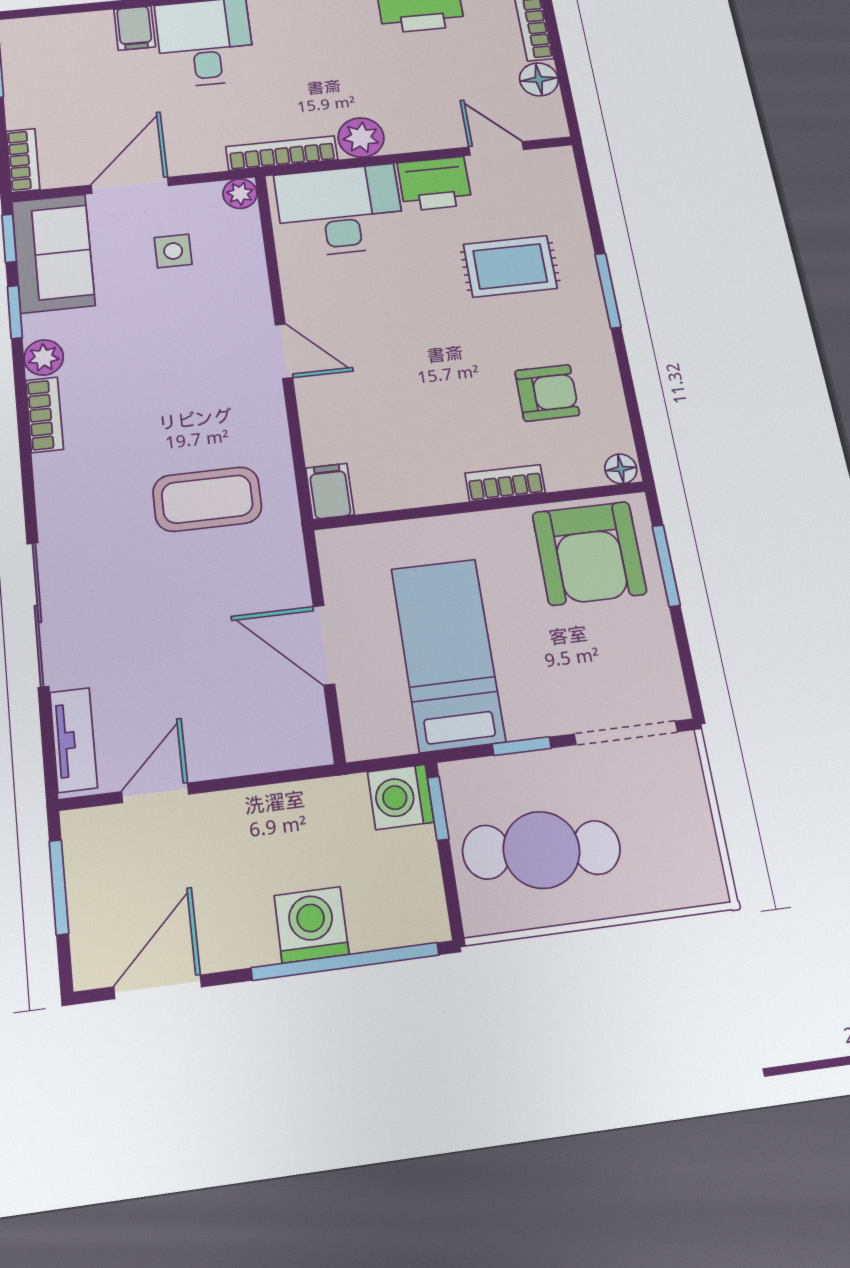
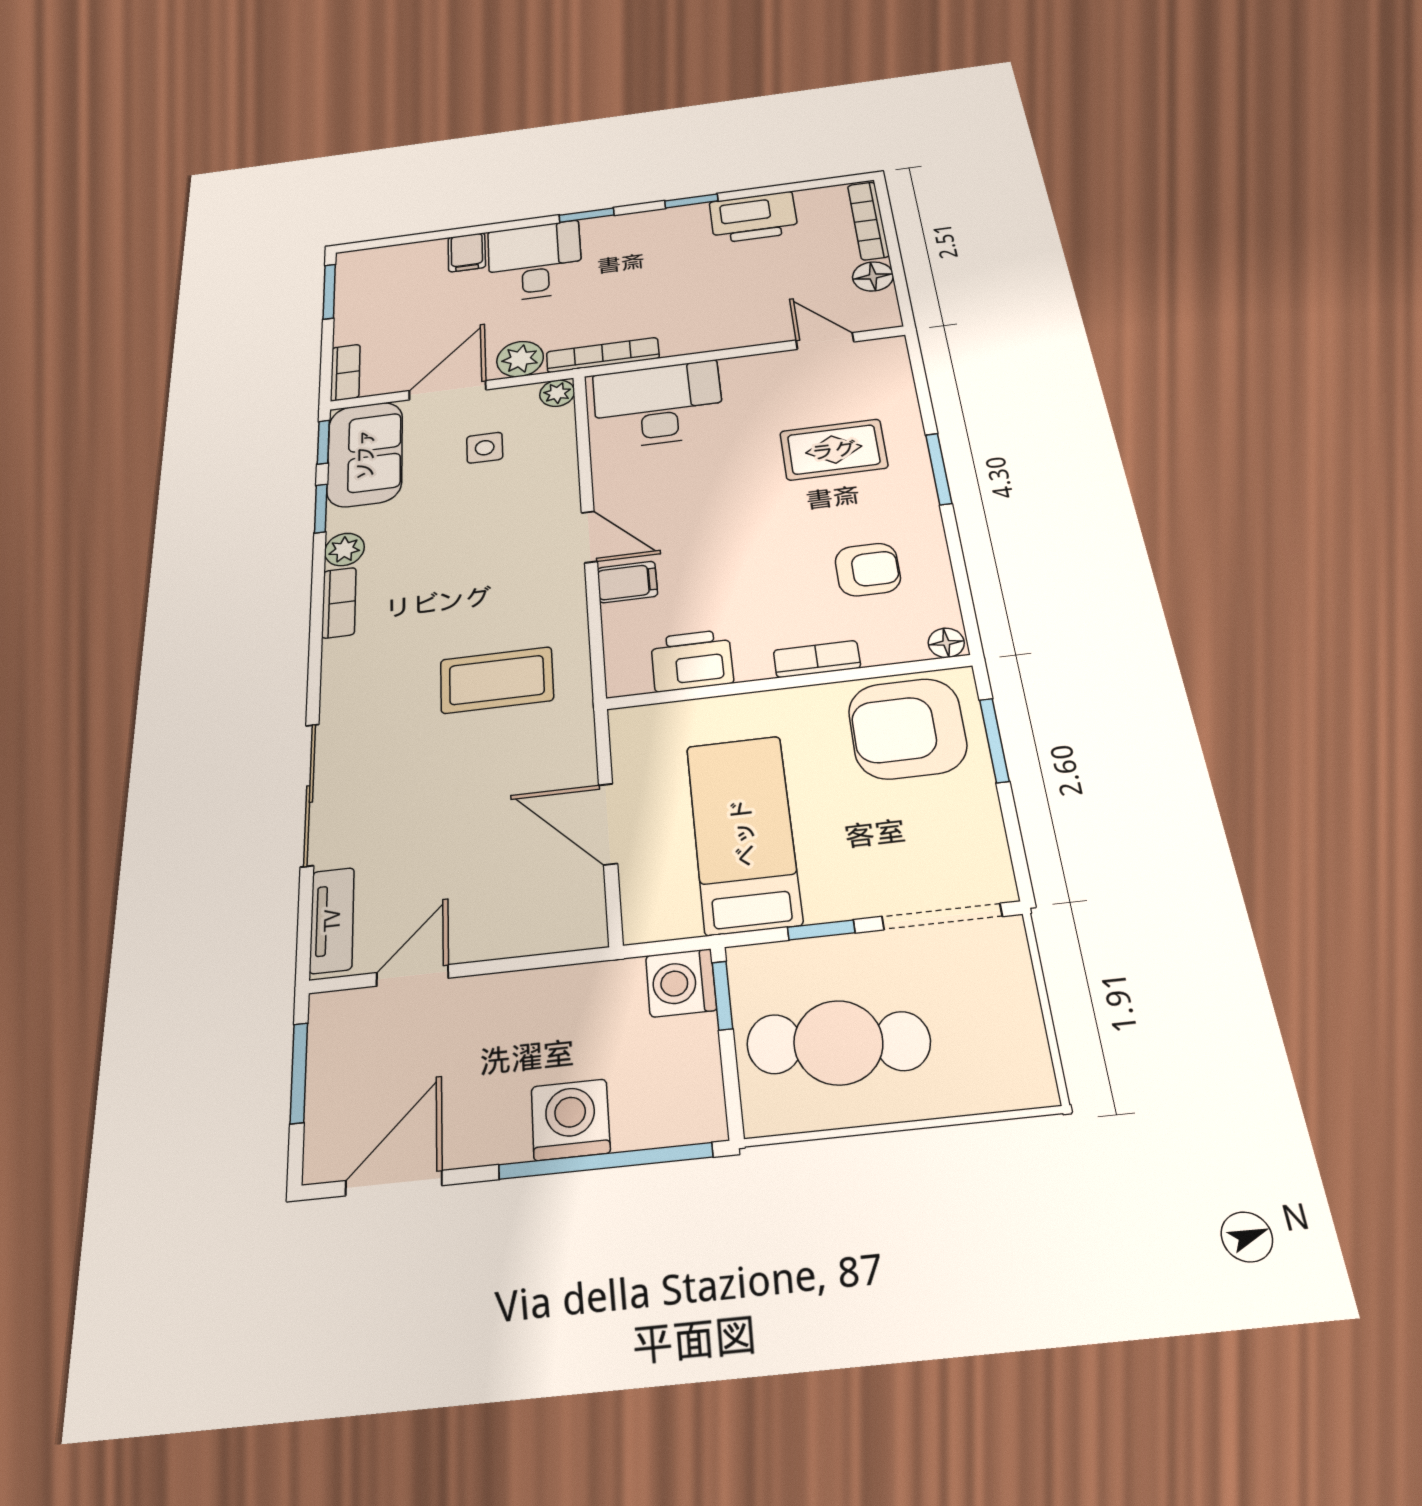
plant: (361, 138) -> (520, 359), moved
printer: (435, 184) -> (692, 660), moved, turned 180
filing cabinet: (330, 491) -> (627, 582), moved, turned 90
armchair: (589, 553) -> (907, 728), turned 90

